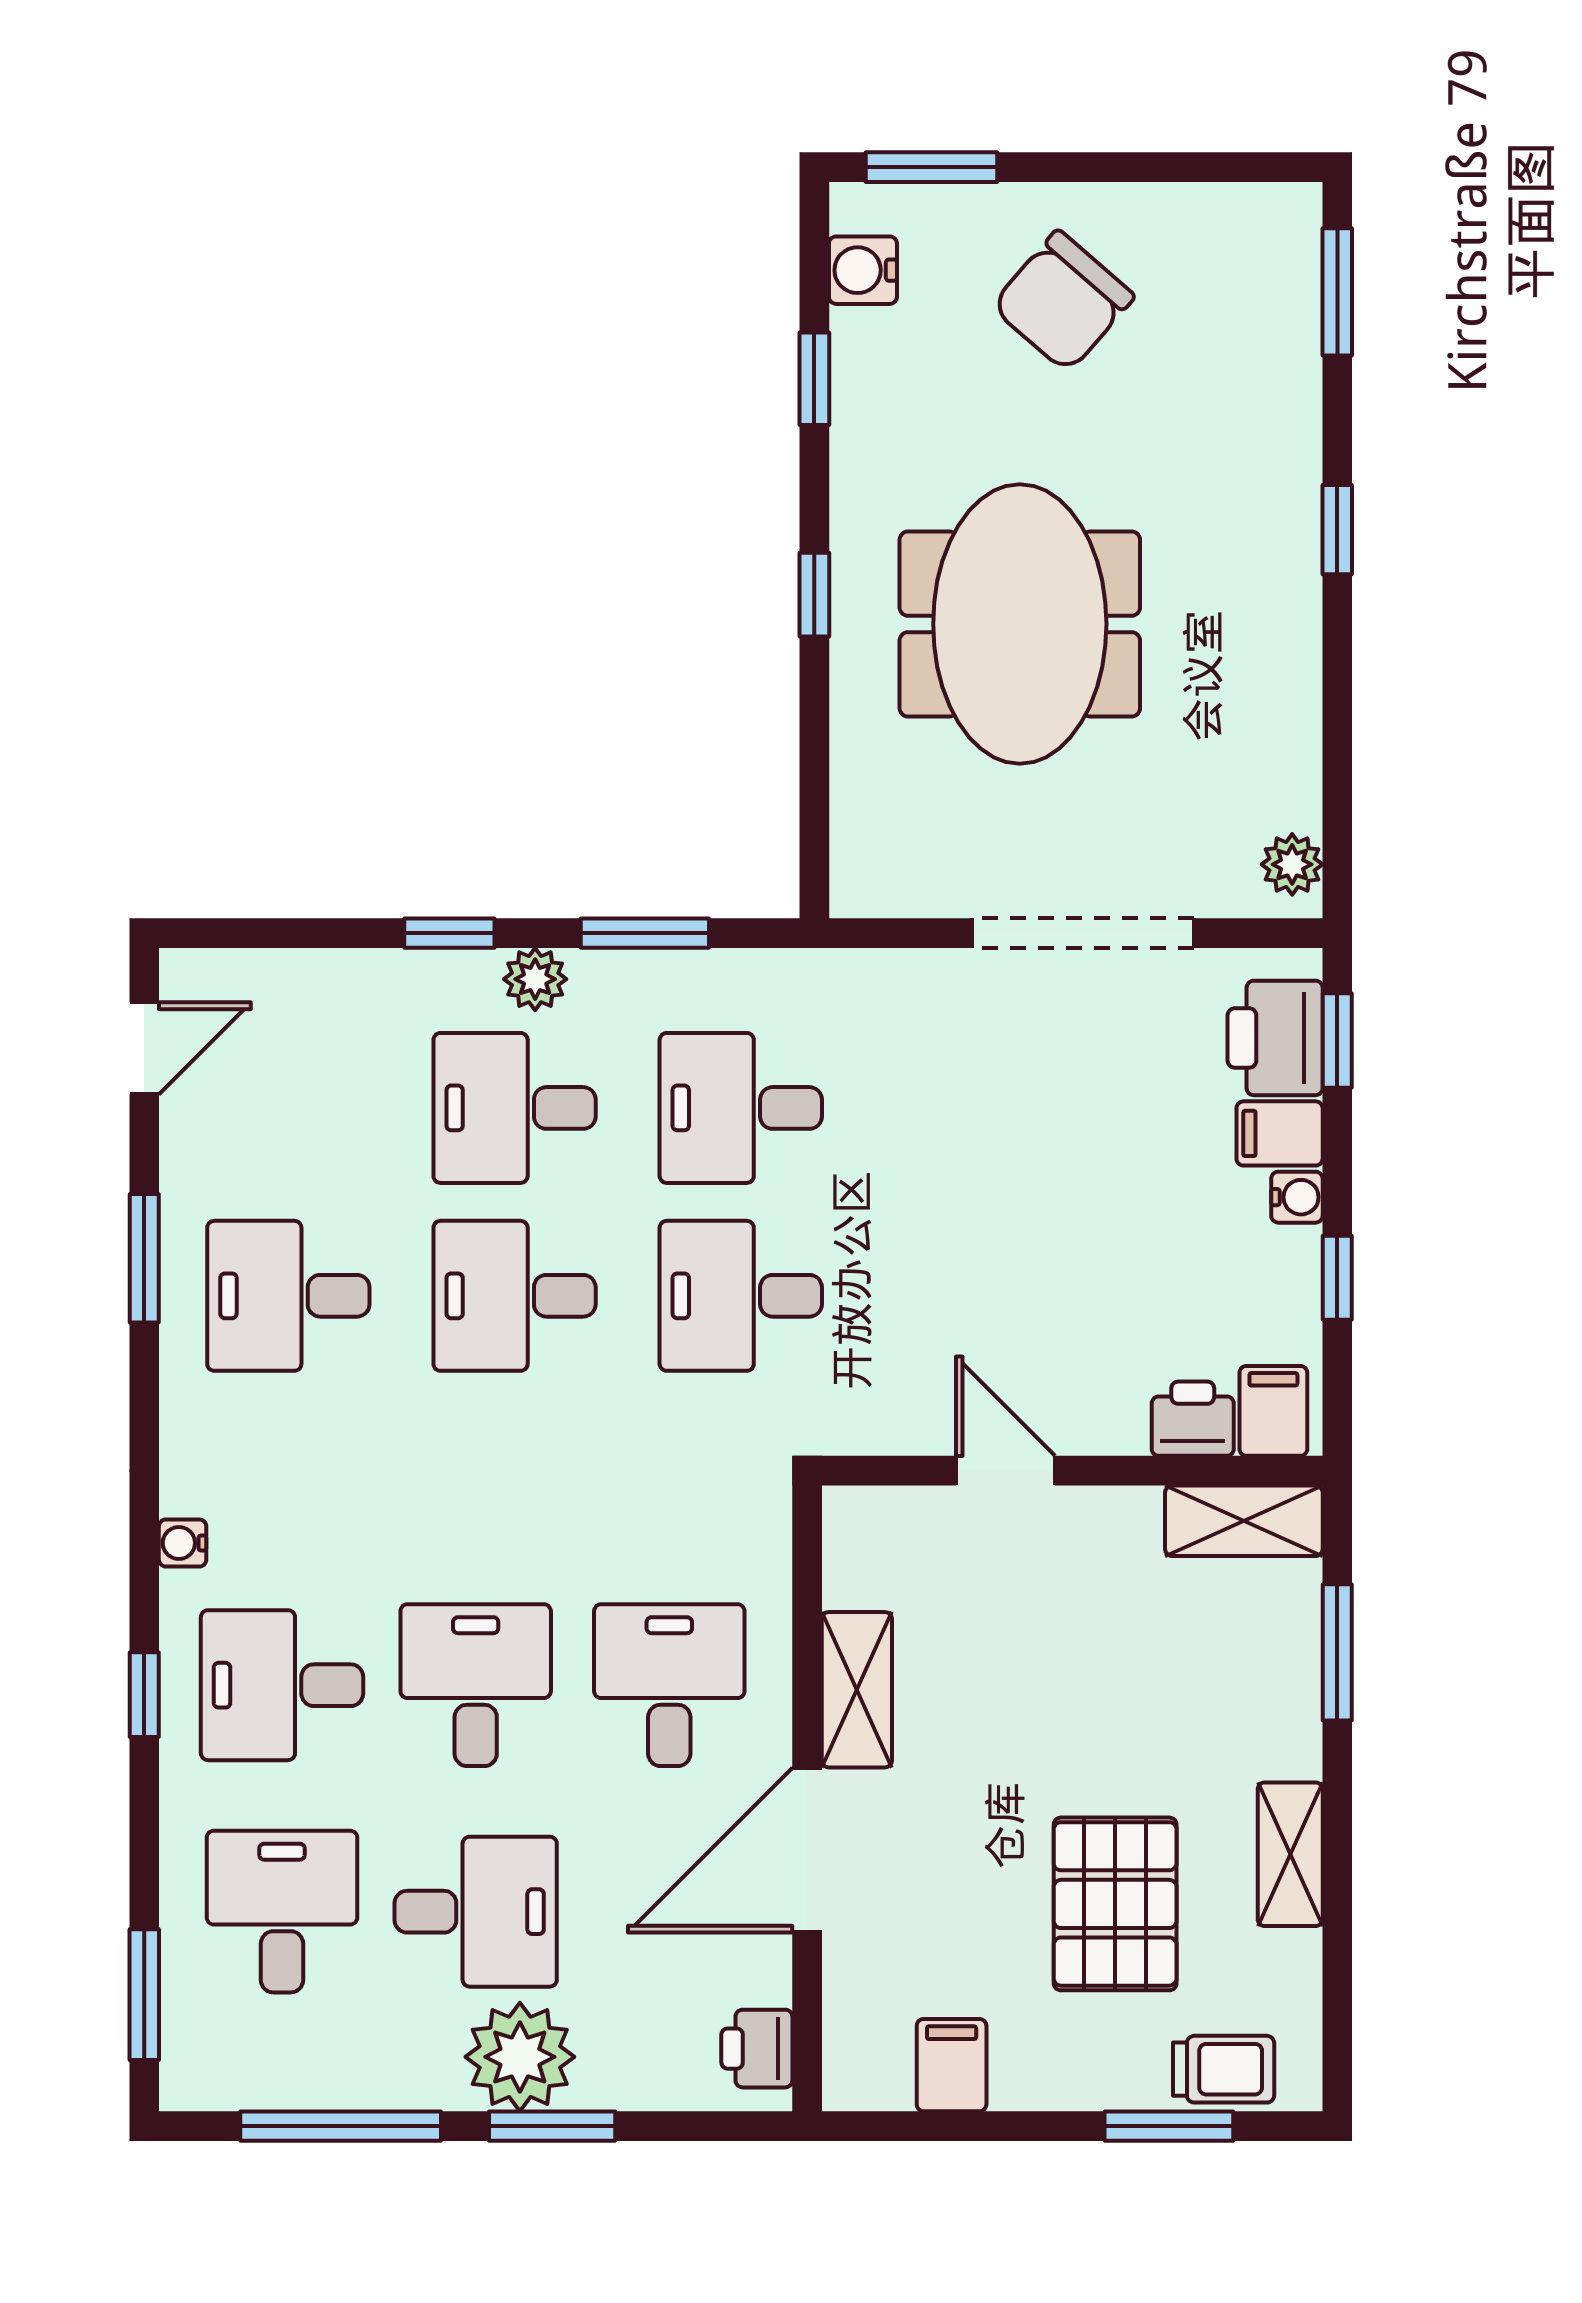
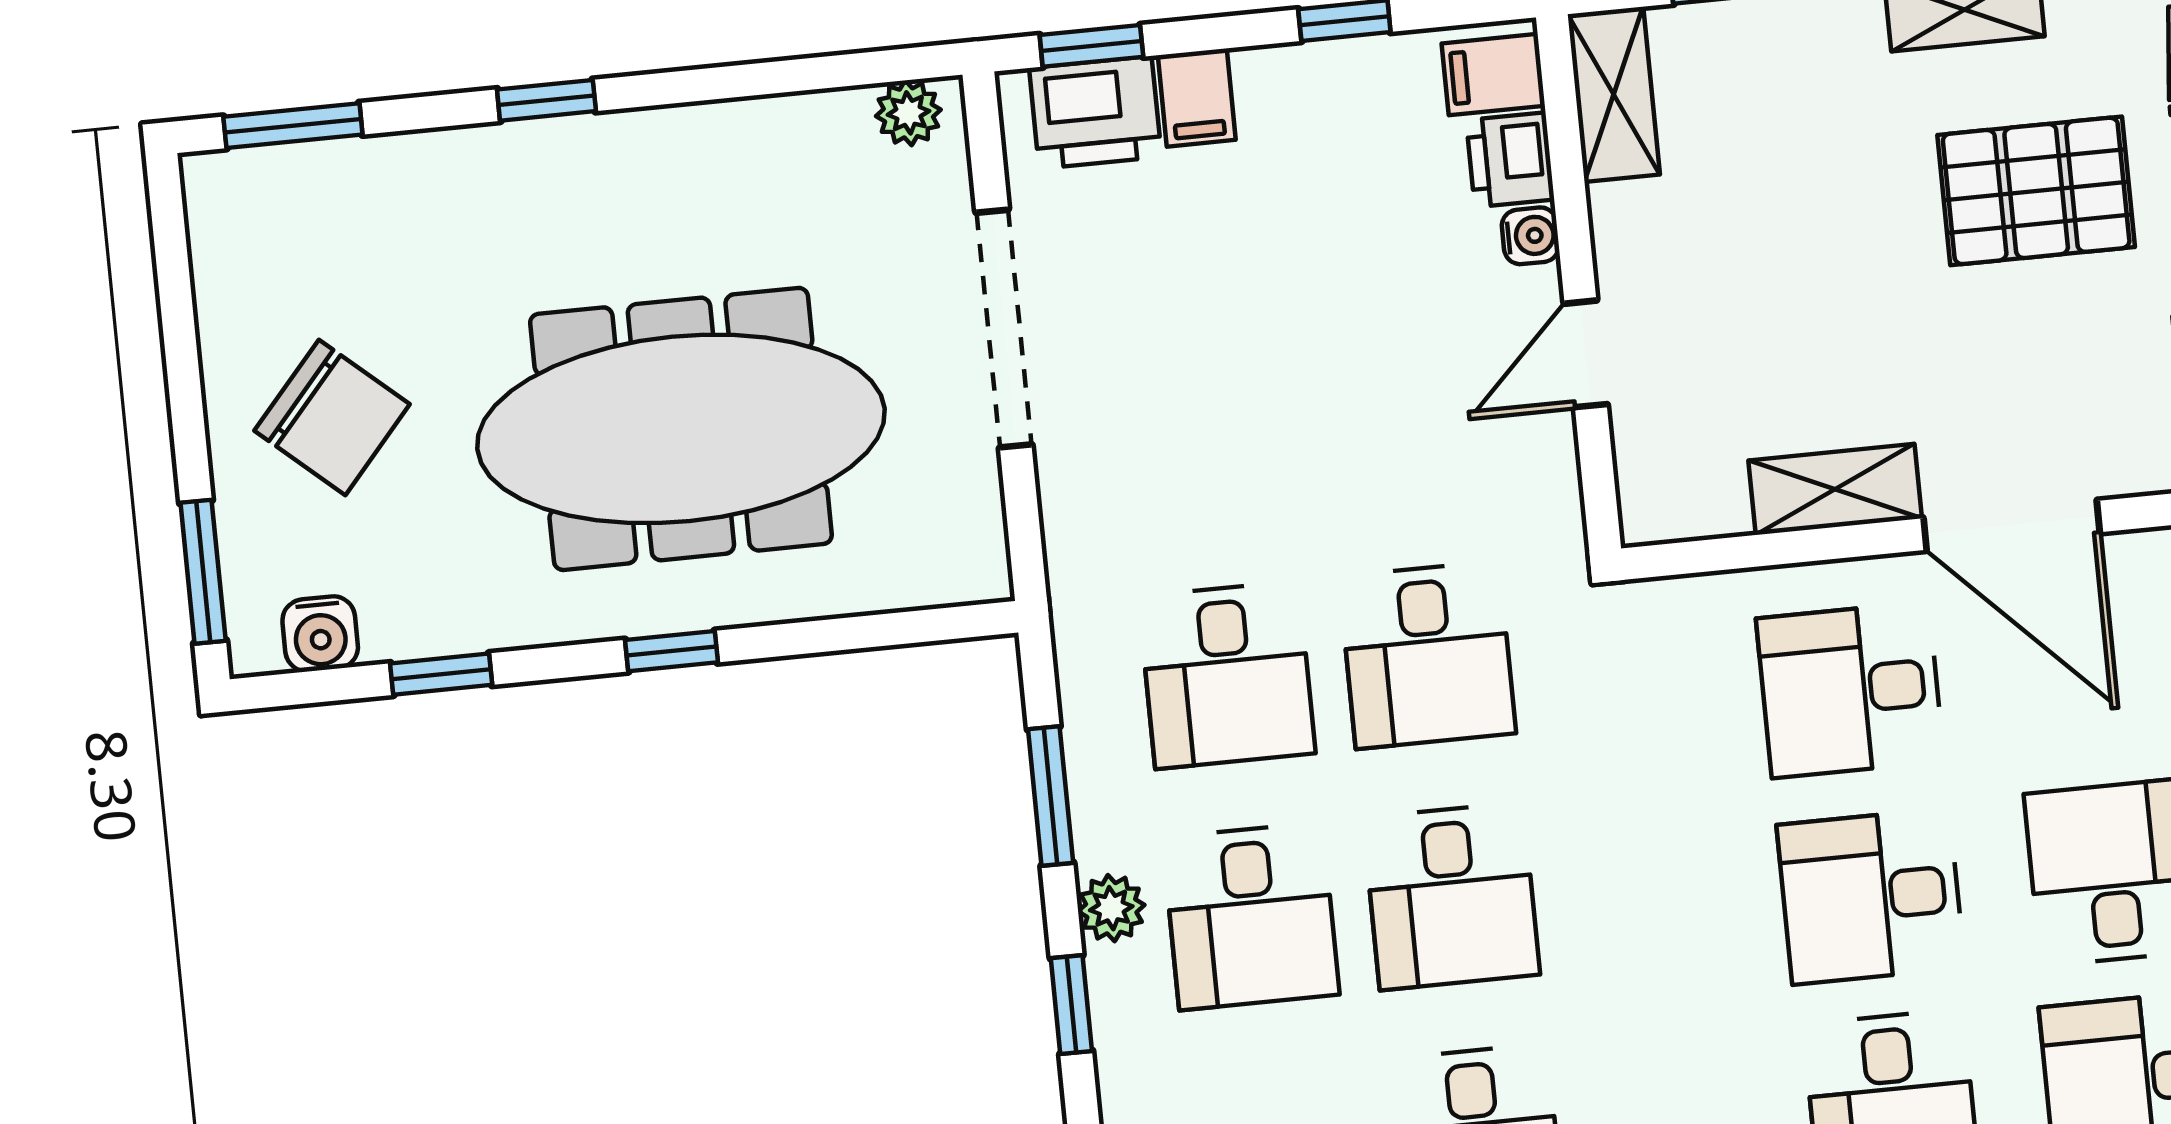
meeting table: (1020, 624) -> (681, 429), width x1.36
water cooler: (1297, 1197) -> (1530, 236), moved, turned 90

